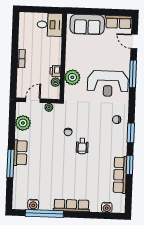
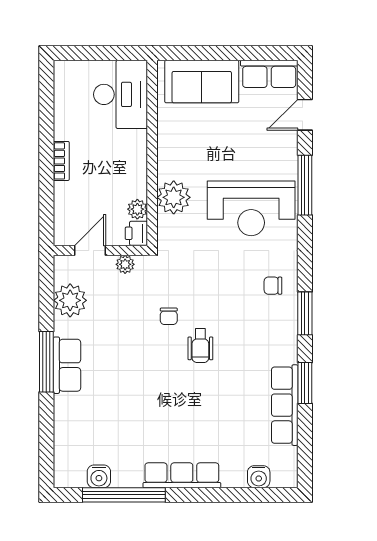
desk: (50, 25) -> (121, 94), width x1.37
door: (134, 41) -> (305, 115), hinge flipped
printer: (55, 71) -> (136, 233), moved
window: (10, 163) -> (46, 362), moved

